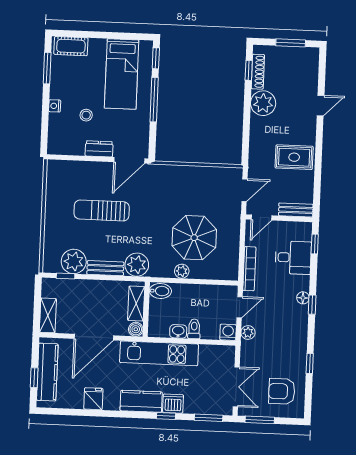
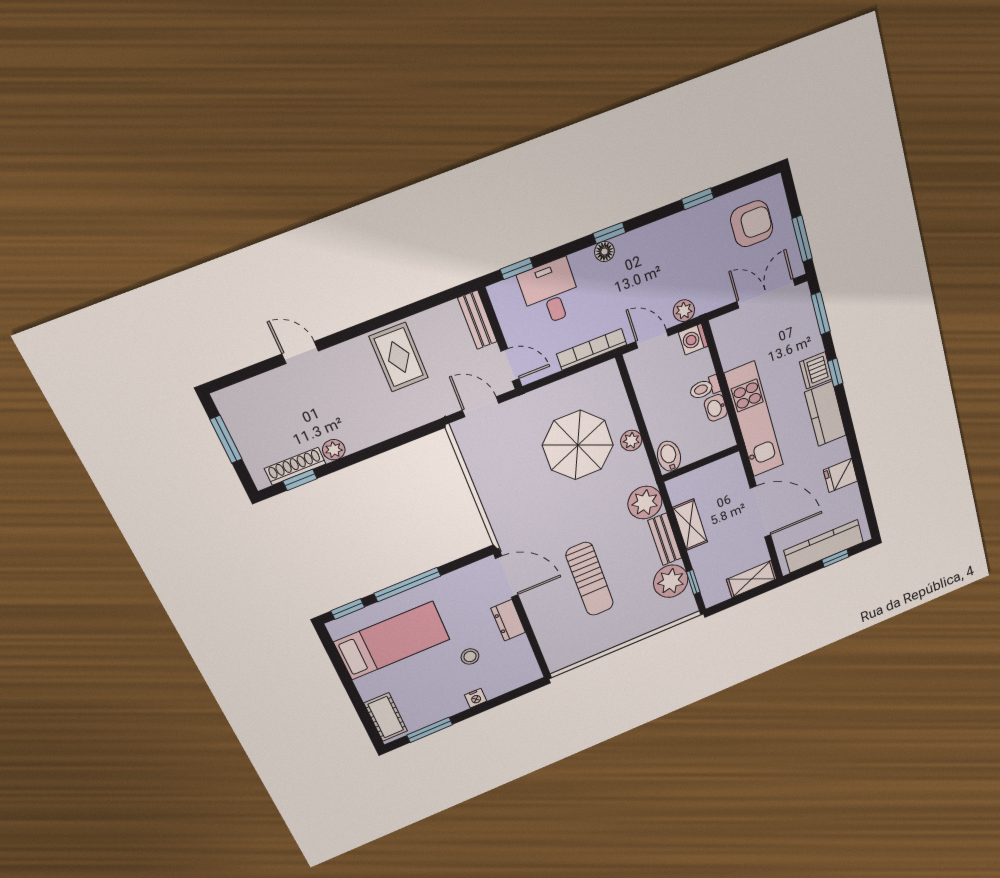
plant: (263, 103) -> (334, 450), width x0.53, depth x0.53
shelving: (136, 304) -> (690, 525), moved, turned 90
boiler: (136, 329) -> (732, 464), removed
armchair: (282, 391) -> (752, 224), turned -90

